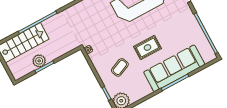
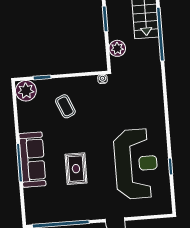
rug: (147, 48) -> (76, 169), moved
plant: (39, 61) -> (117, 48), moved
sofa: (174, 68) -> (32, 160), width x0.74, depth x0.79

